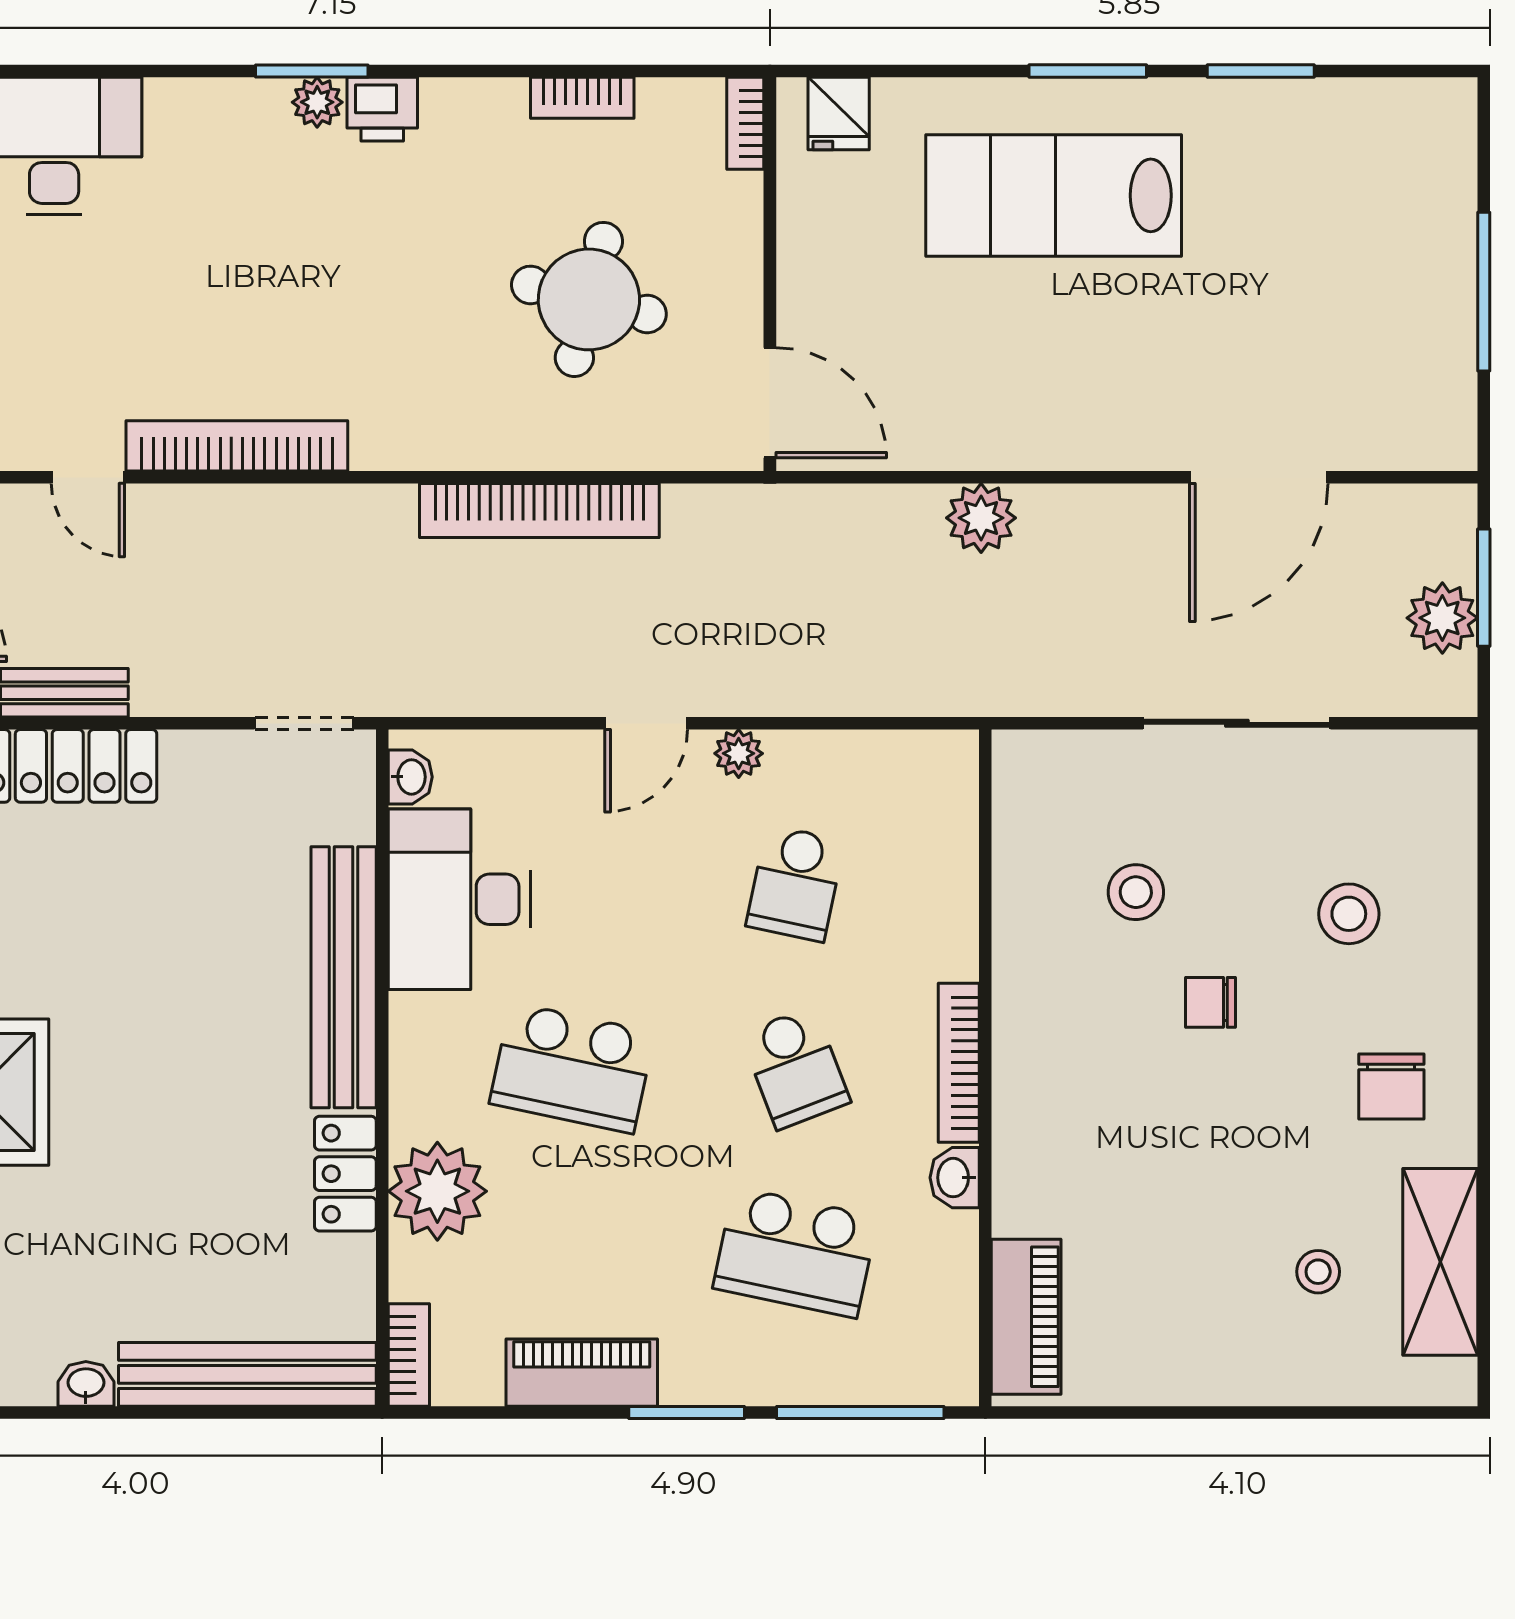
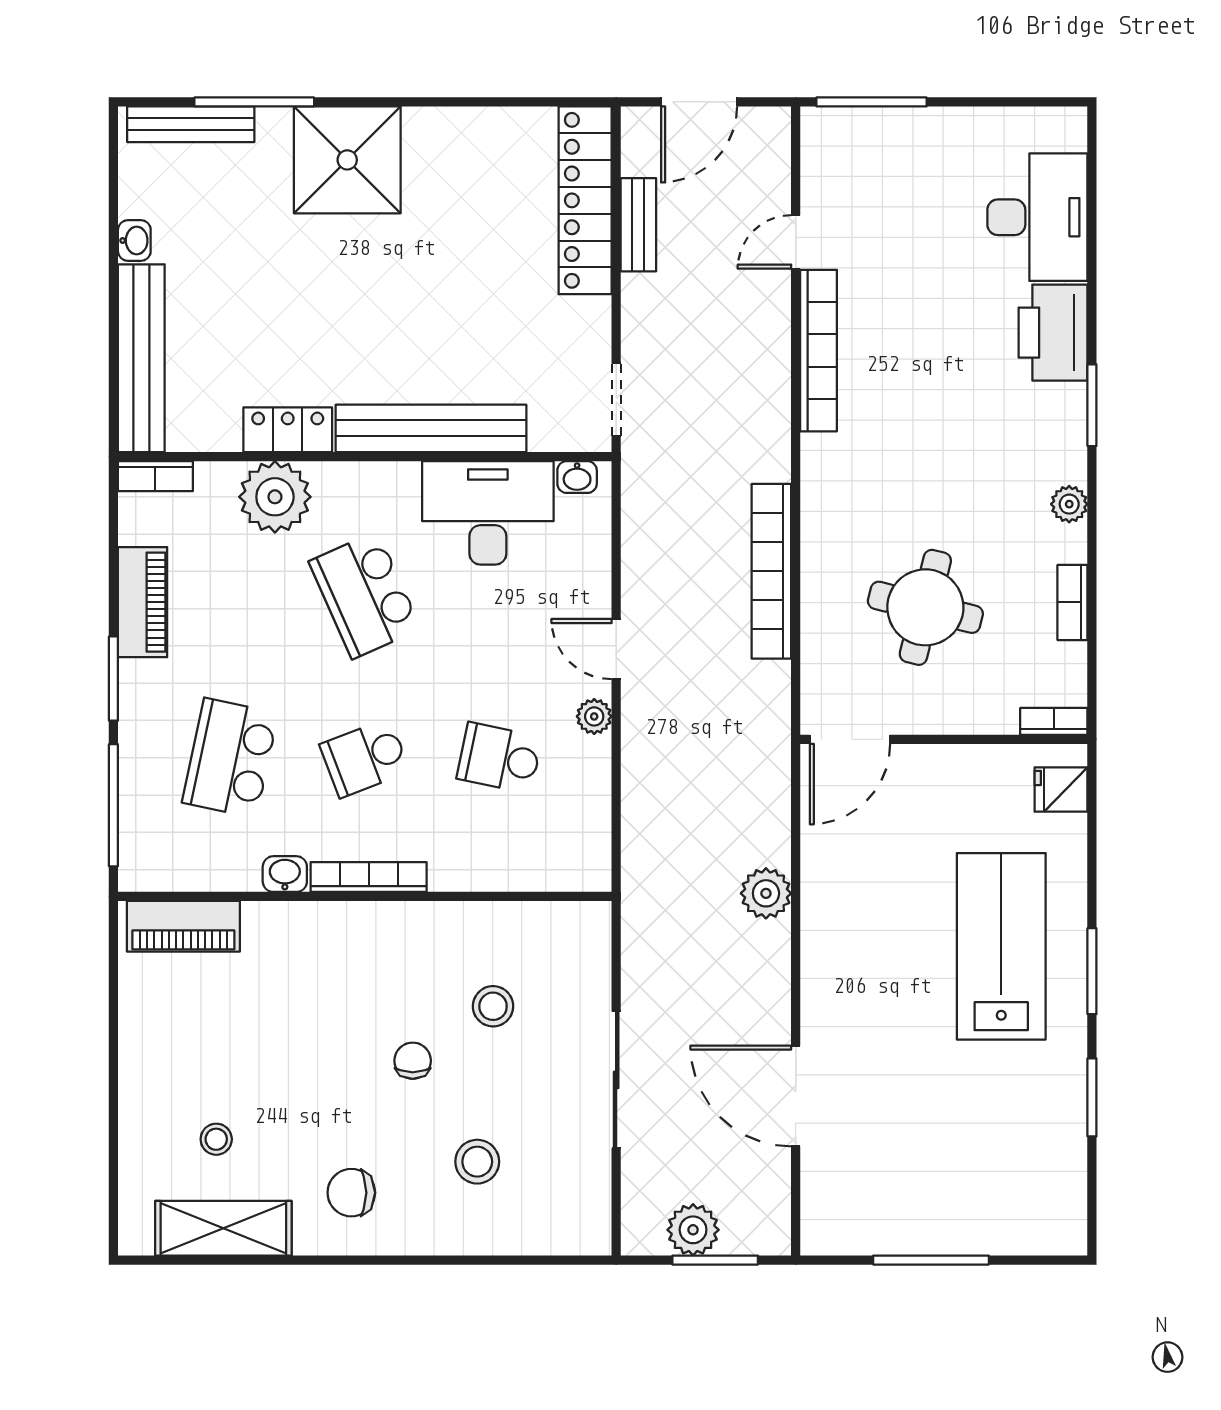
plant: (317, 102) -> (1069, 504), moved
printer: (382, 109) -> (1053, 333), moved, width x1.87, depth x1.48
school desk: (572, 1068) -> (365, 595), turned -36

